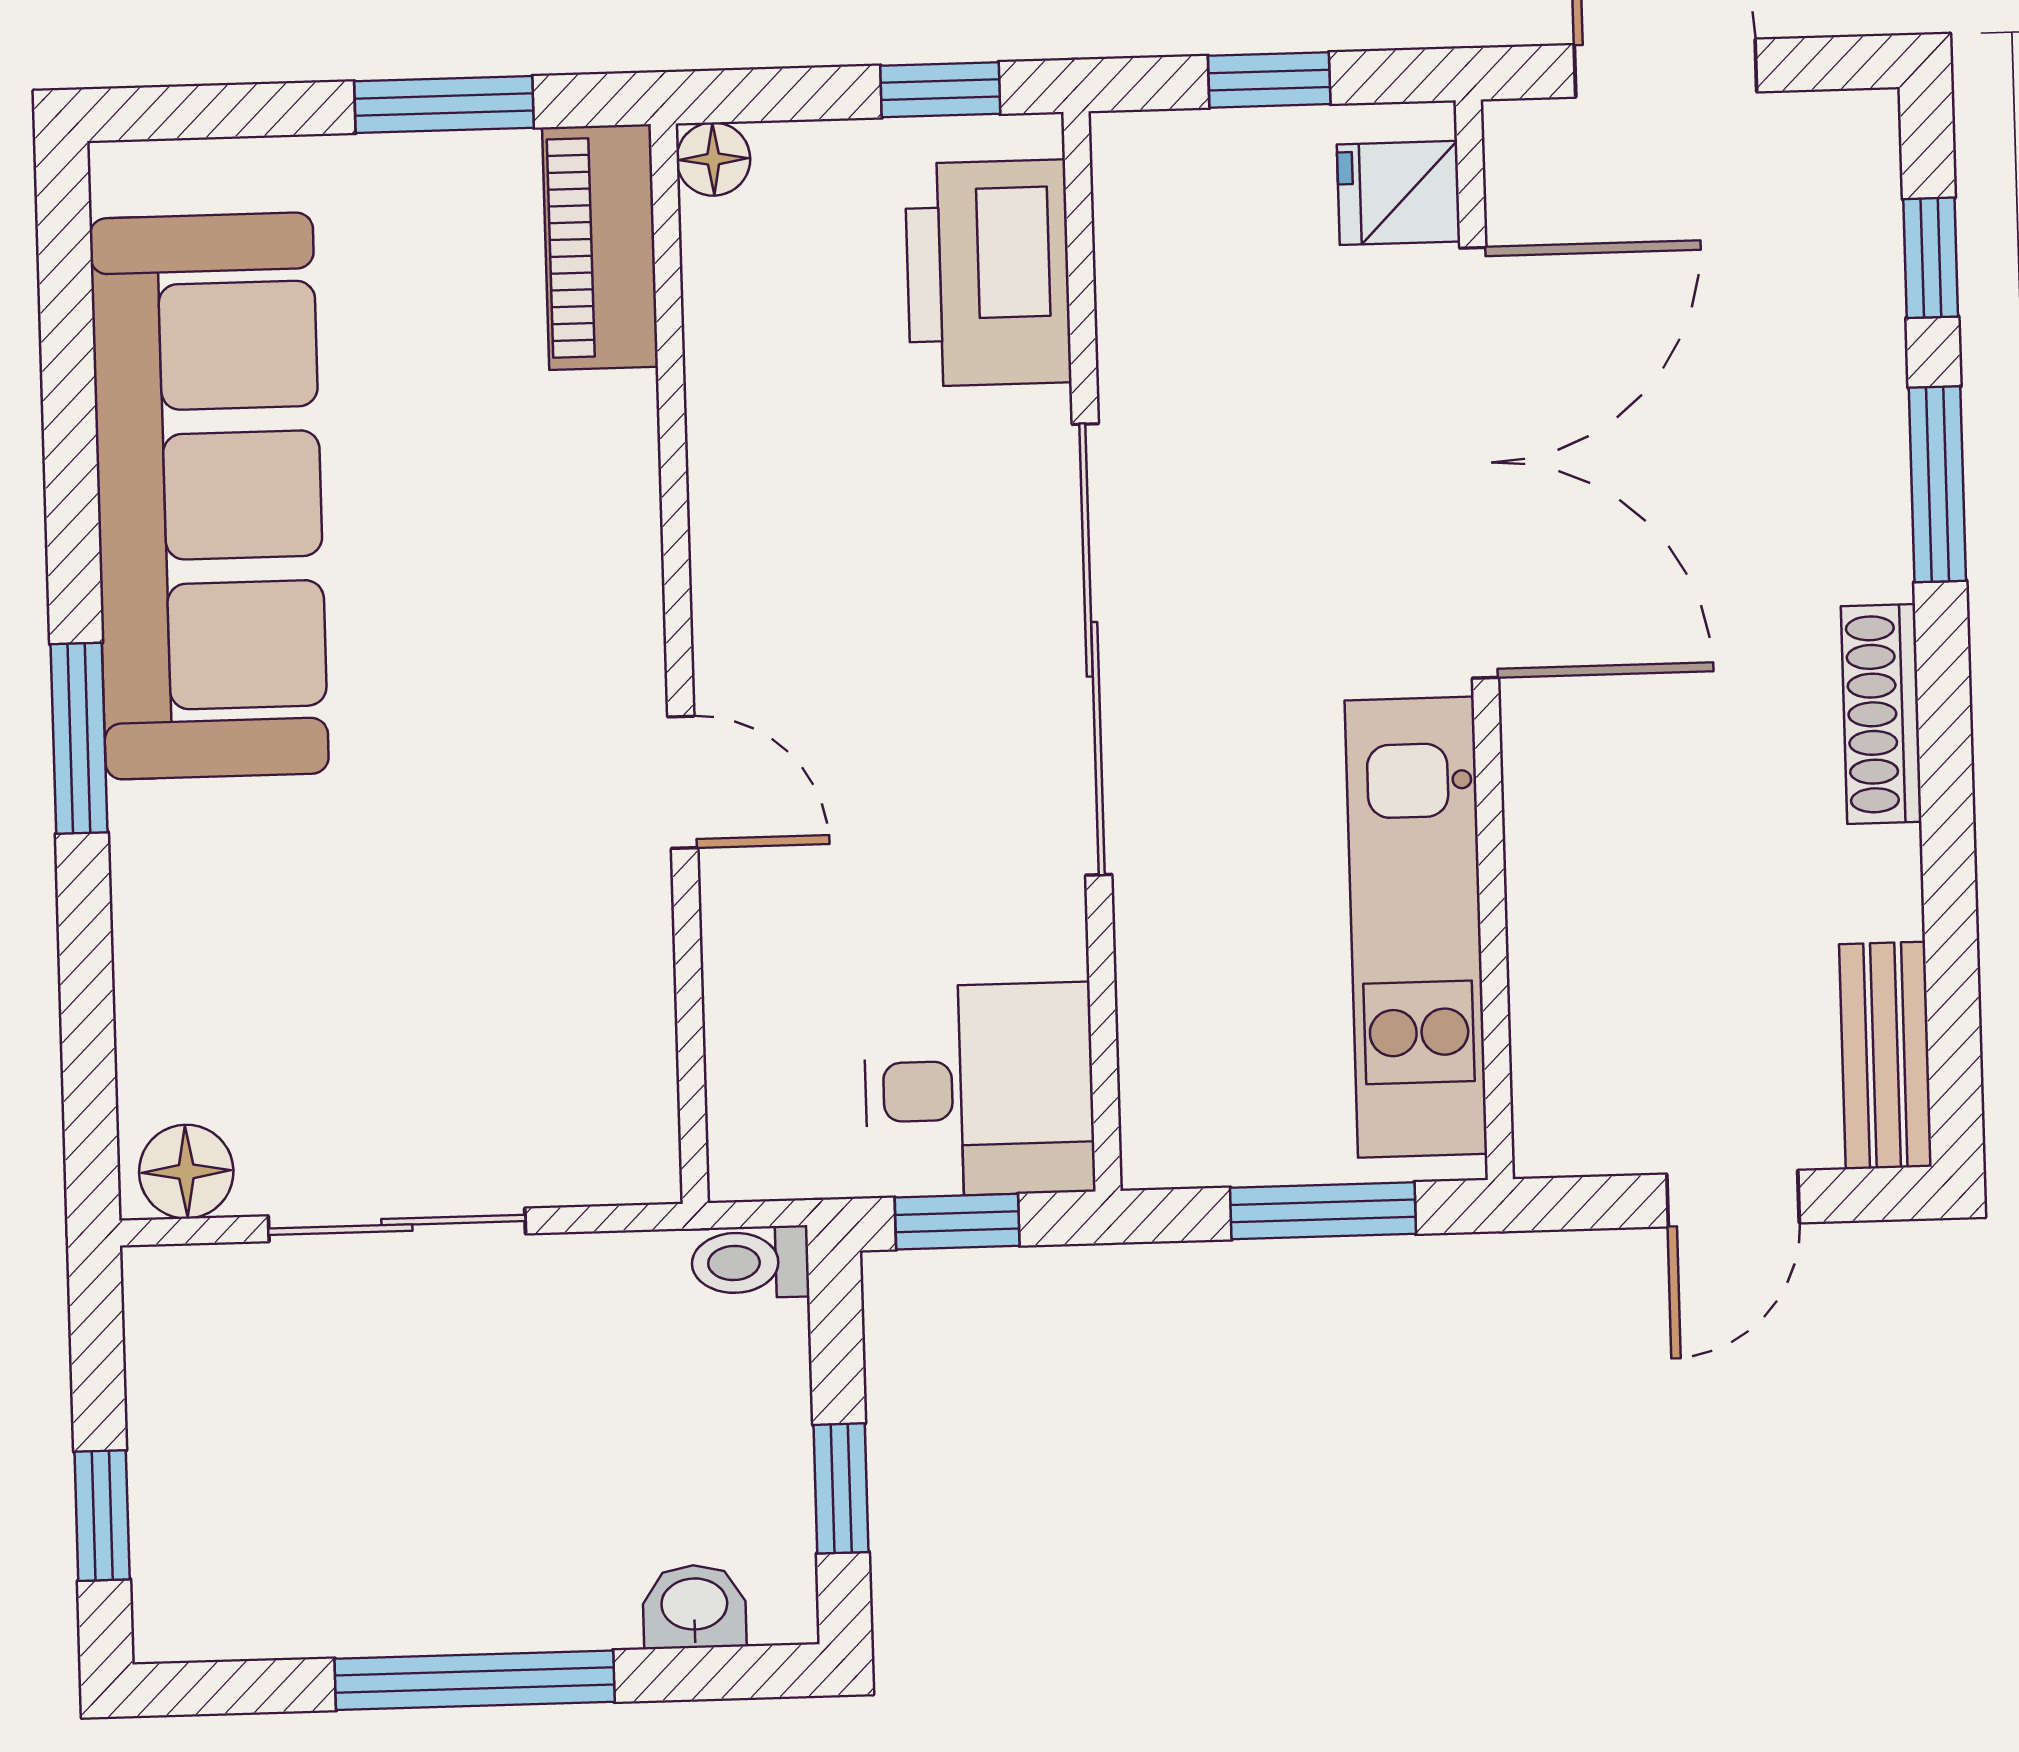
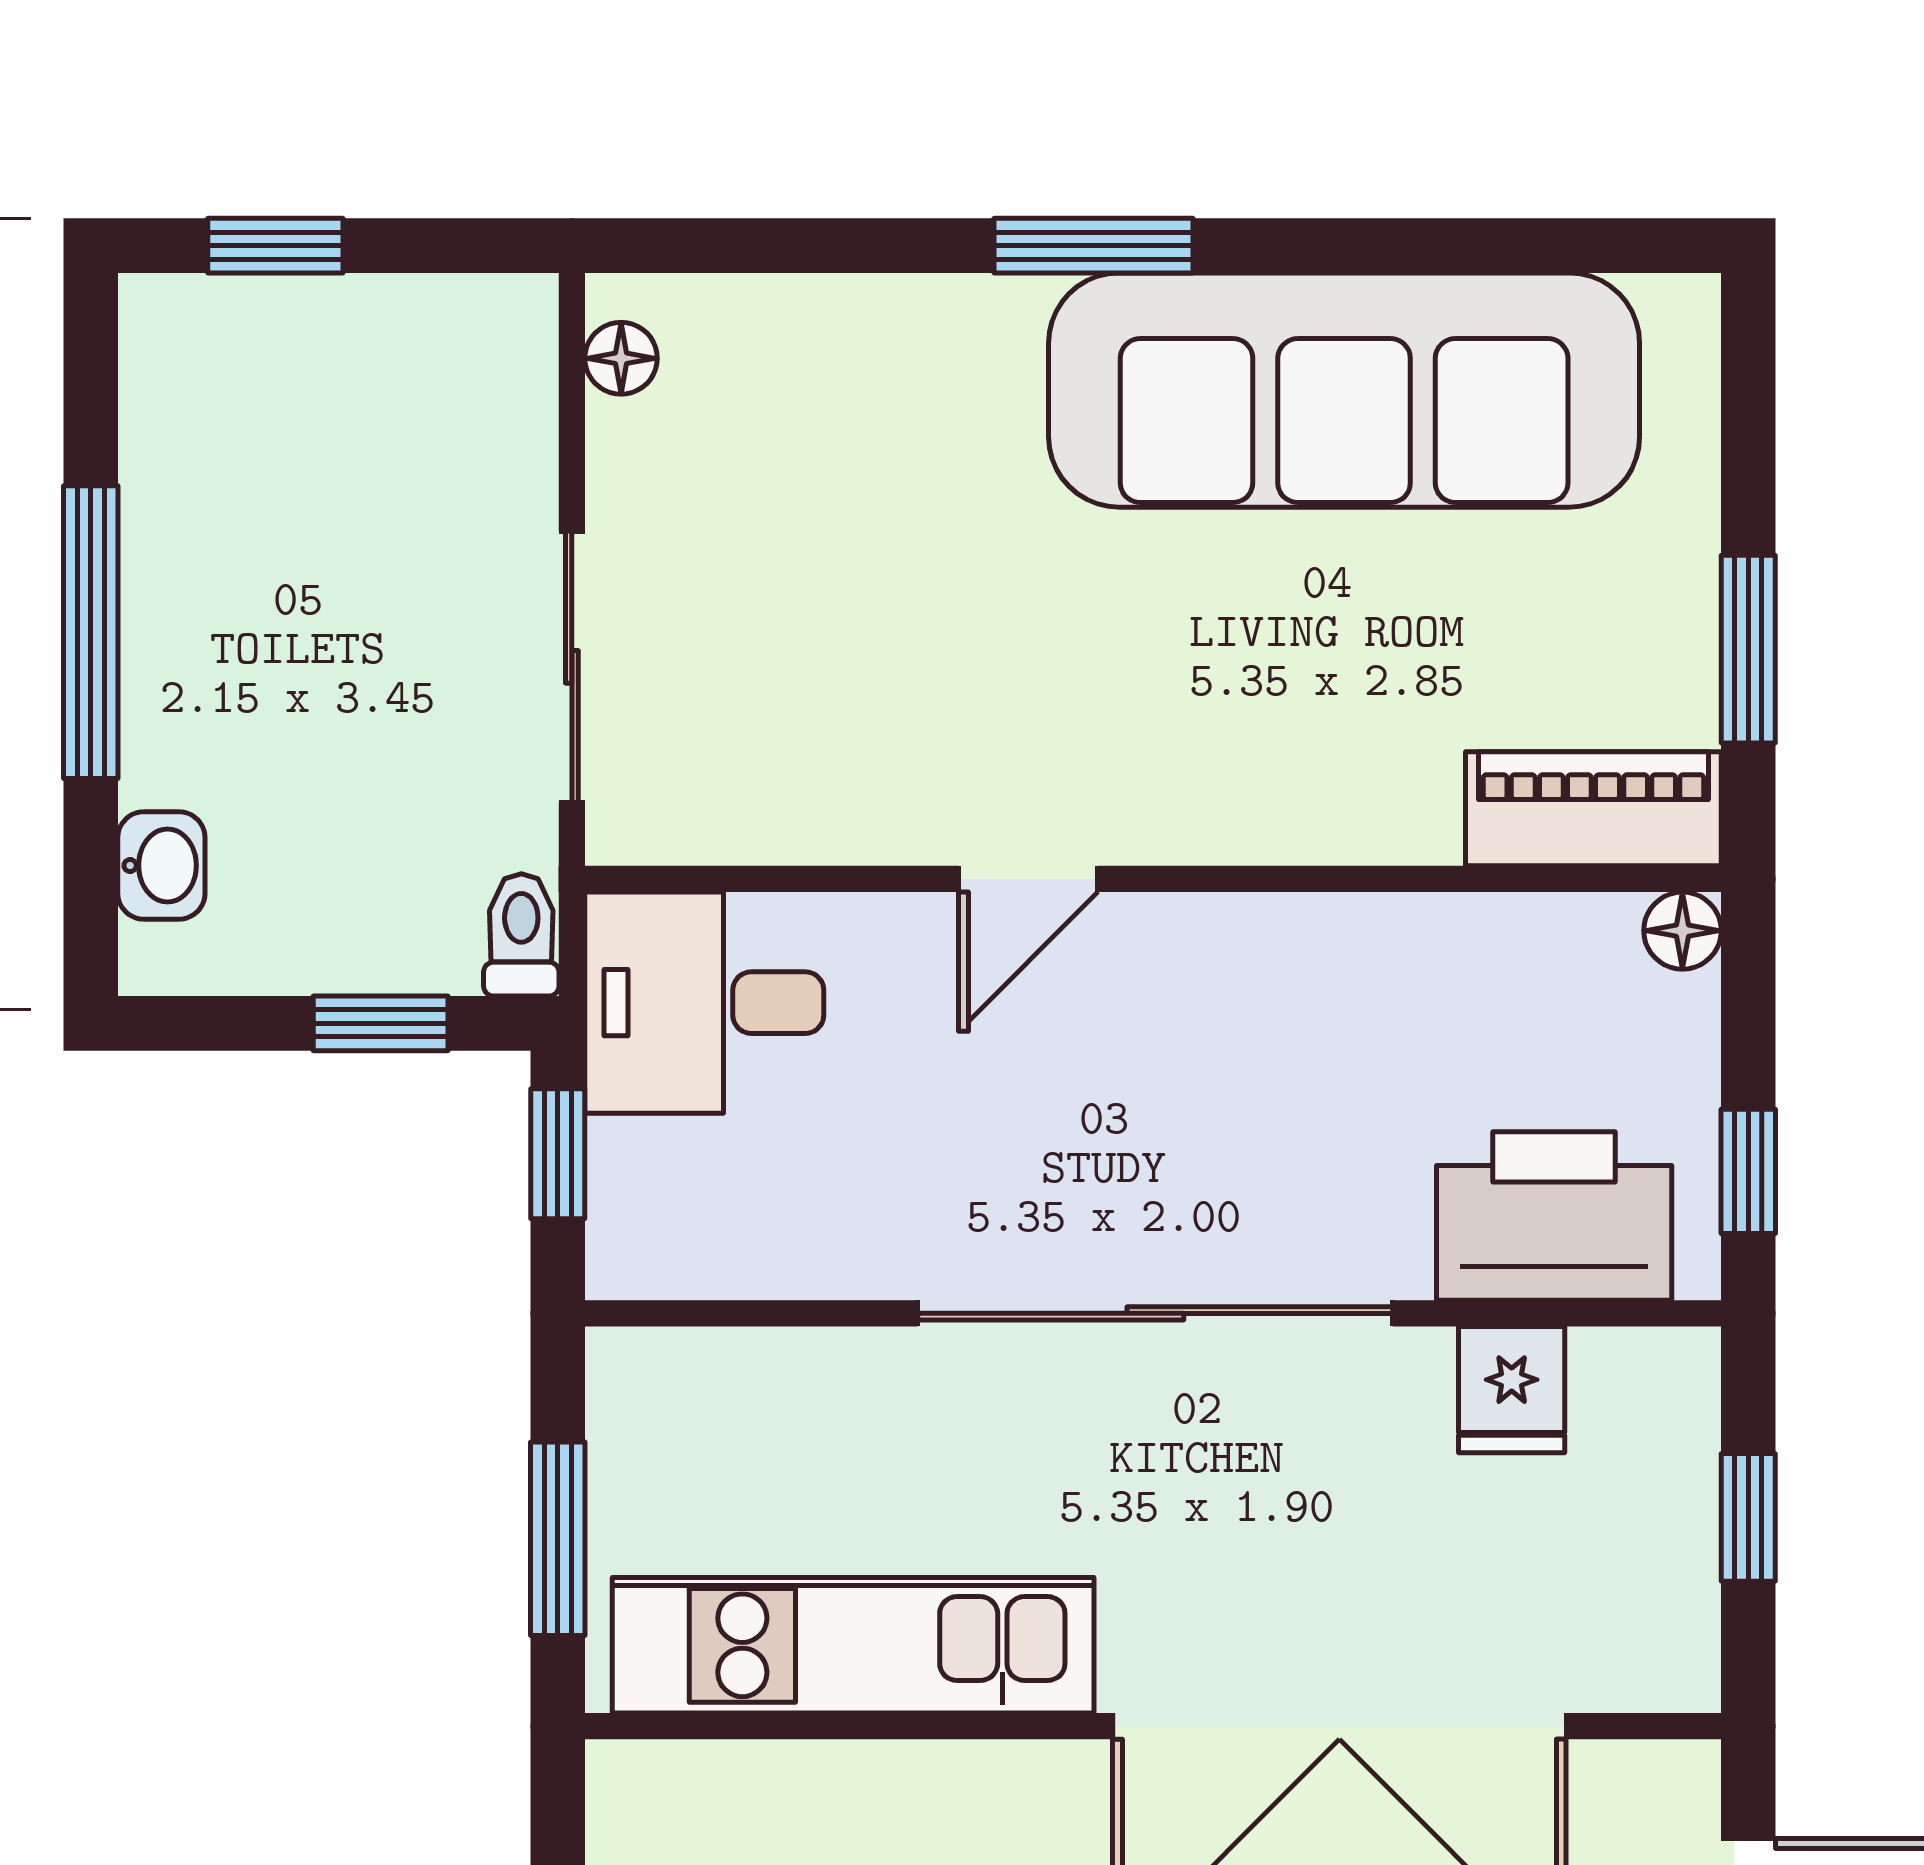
fridge: (1399, 193) -> (1512, 1390), moved, turned 180
desk: (979, 1090) -> (704, 1003), moved, turned 90
floor lamp: (186, 1172) -> (621, 358), width x0.73, depth x0.73
sliding door: (397, 1225) -> (572, 667), moved
window: (841, 1488) -> (381, 1023), moved

